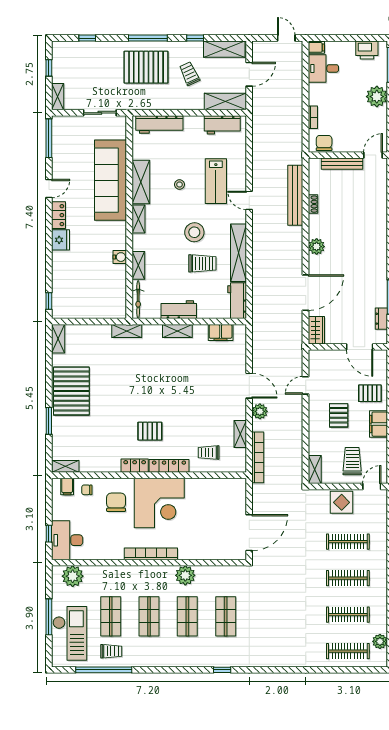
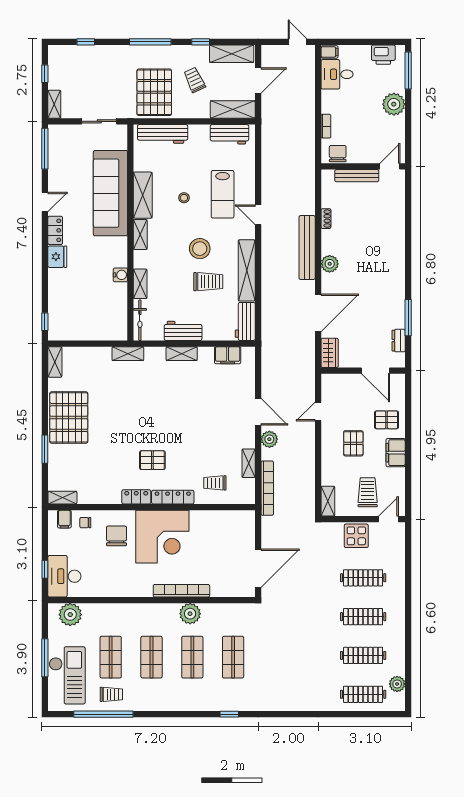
pallet: (146, 67) -> (154, 92), moved, turned 90
bench: (295, 195) -> (307, 247), moved
bookcase: (151, 554) -> (181, 591), moved

